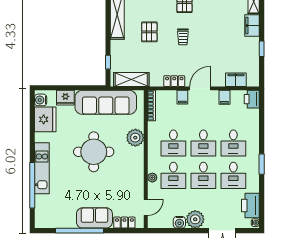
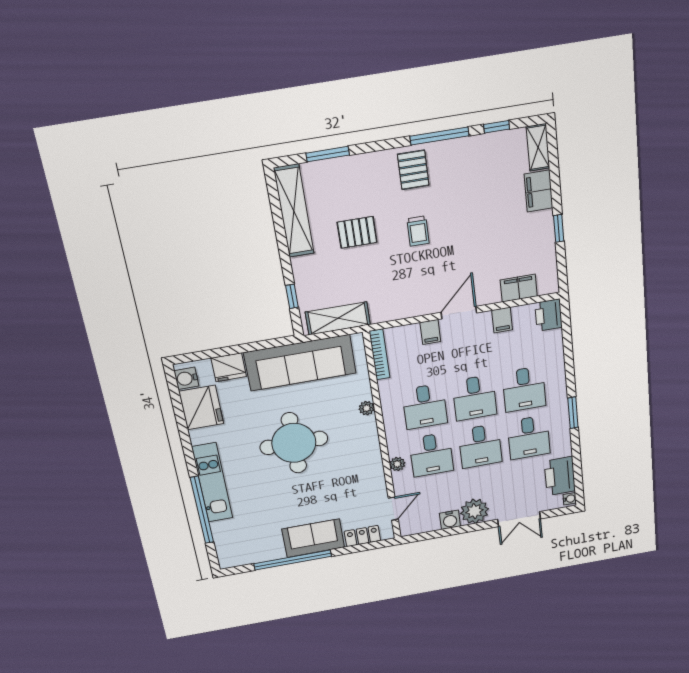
pallet: (149, 32) -> (357, 232), turned 90
locker: (174, 81) -> (413, 308), removed
plant: (135, 138) -> (367, 408), width x0.53, depth x0.53

